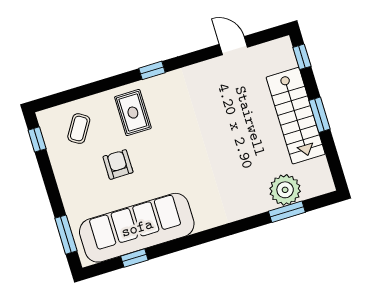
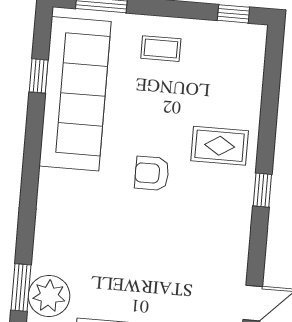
coffee table: (79, 129) -> (161, 49), moved, turned -32
armchair: (118, 164) -> (152, 173), moved, turned 180

